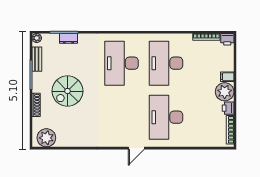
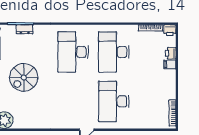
plant: (225, 92) -> (167, 78), removed
printer: (228, 108) -> (171, 53), moved

